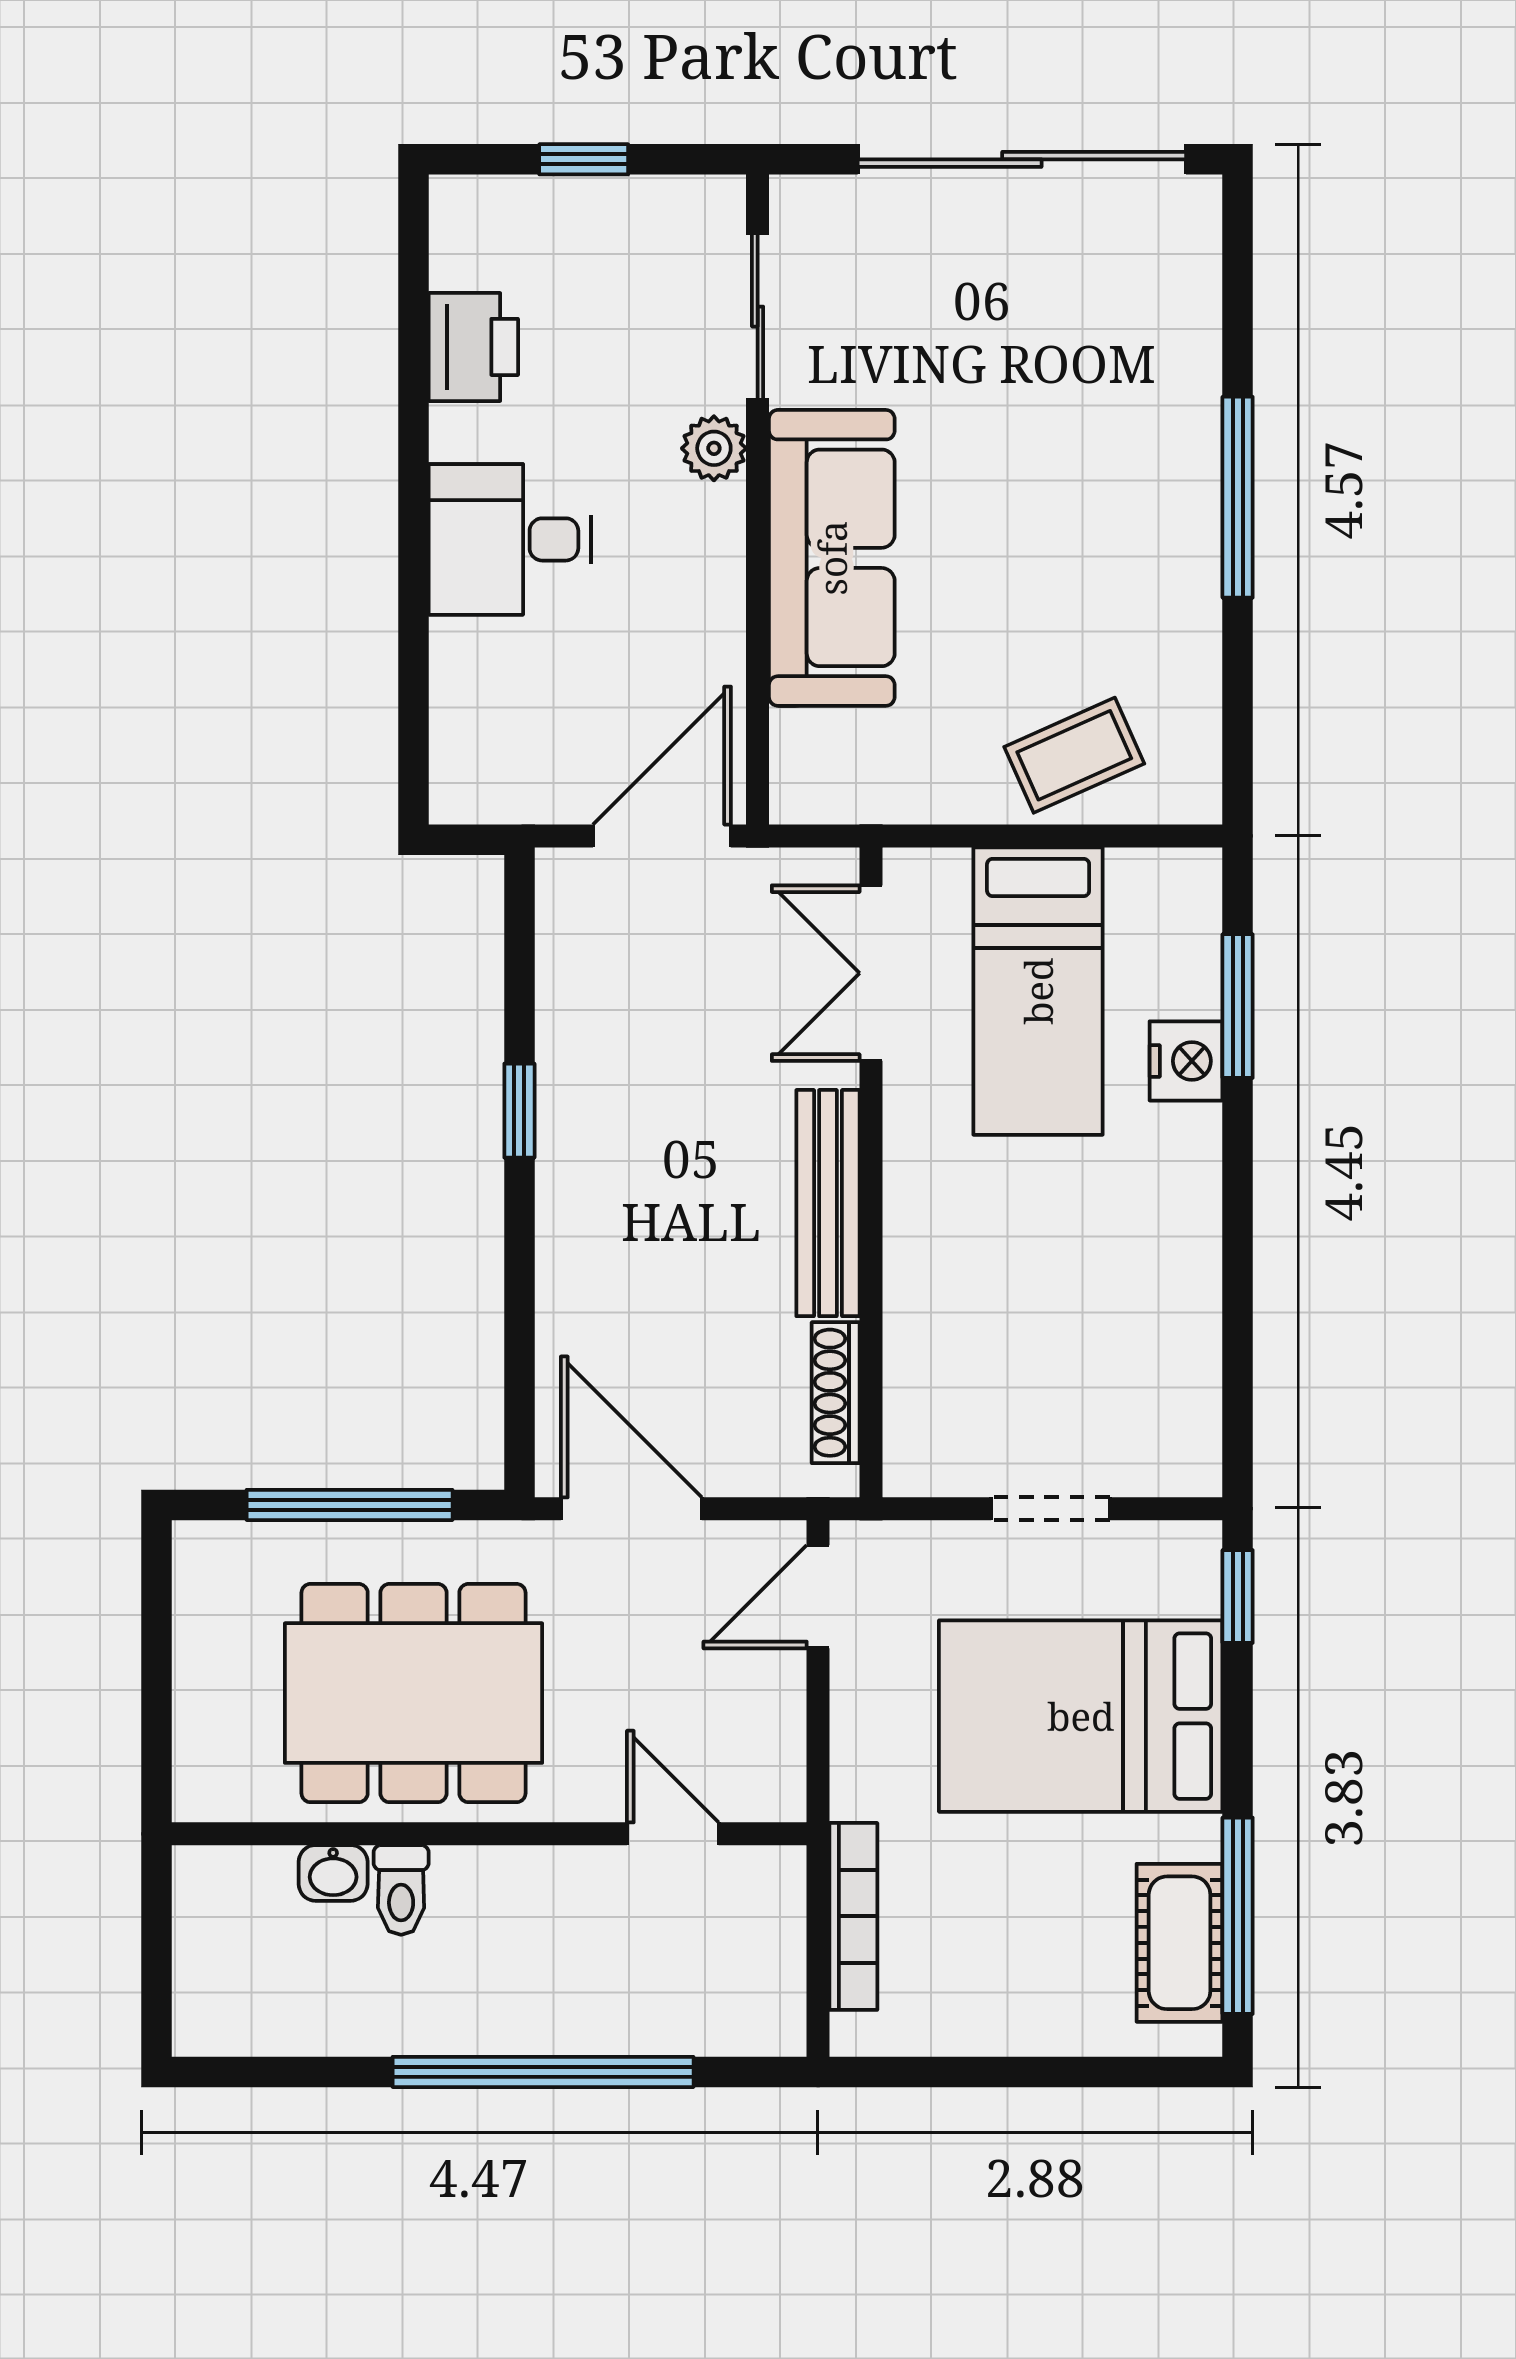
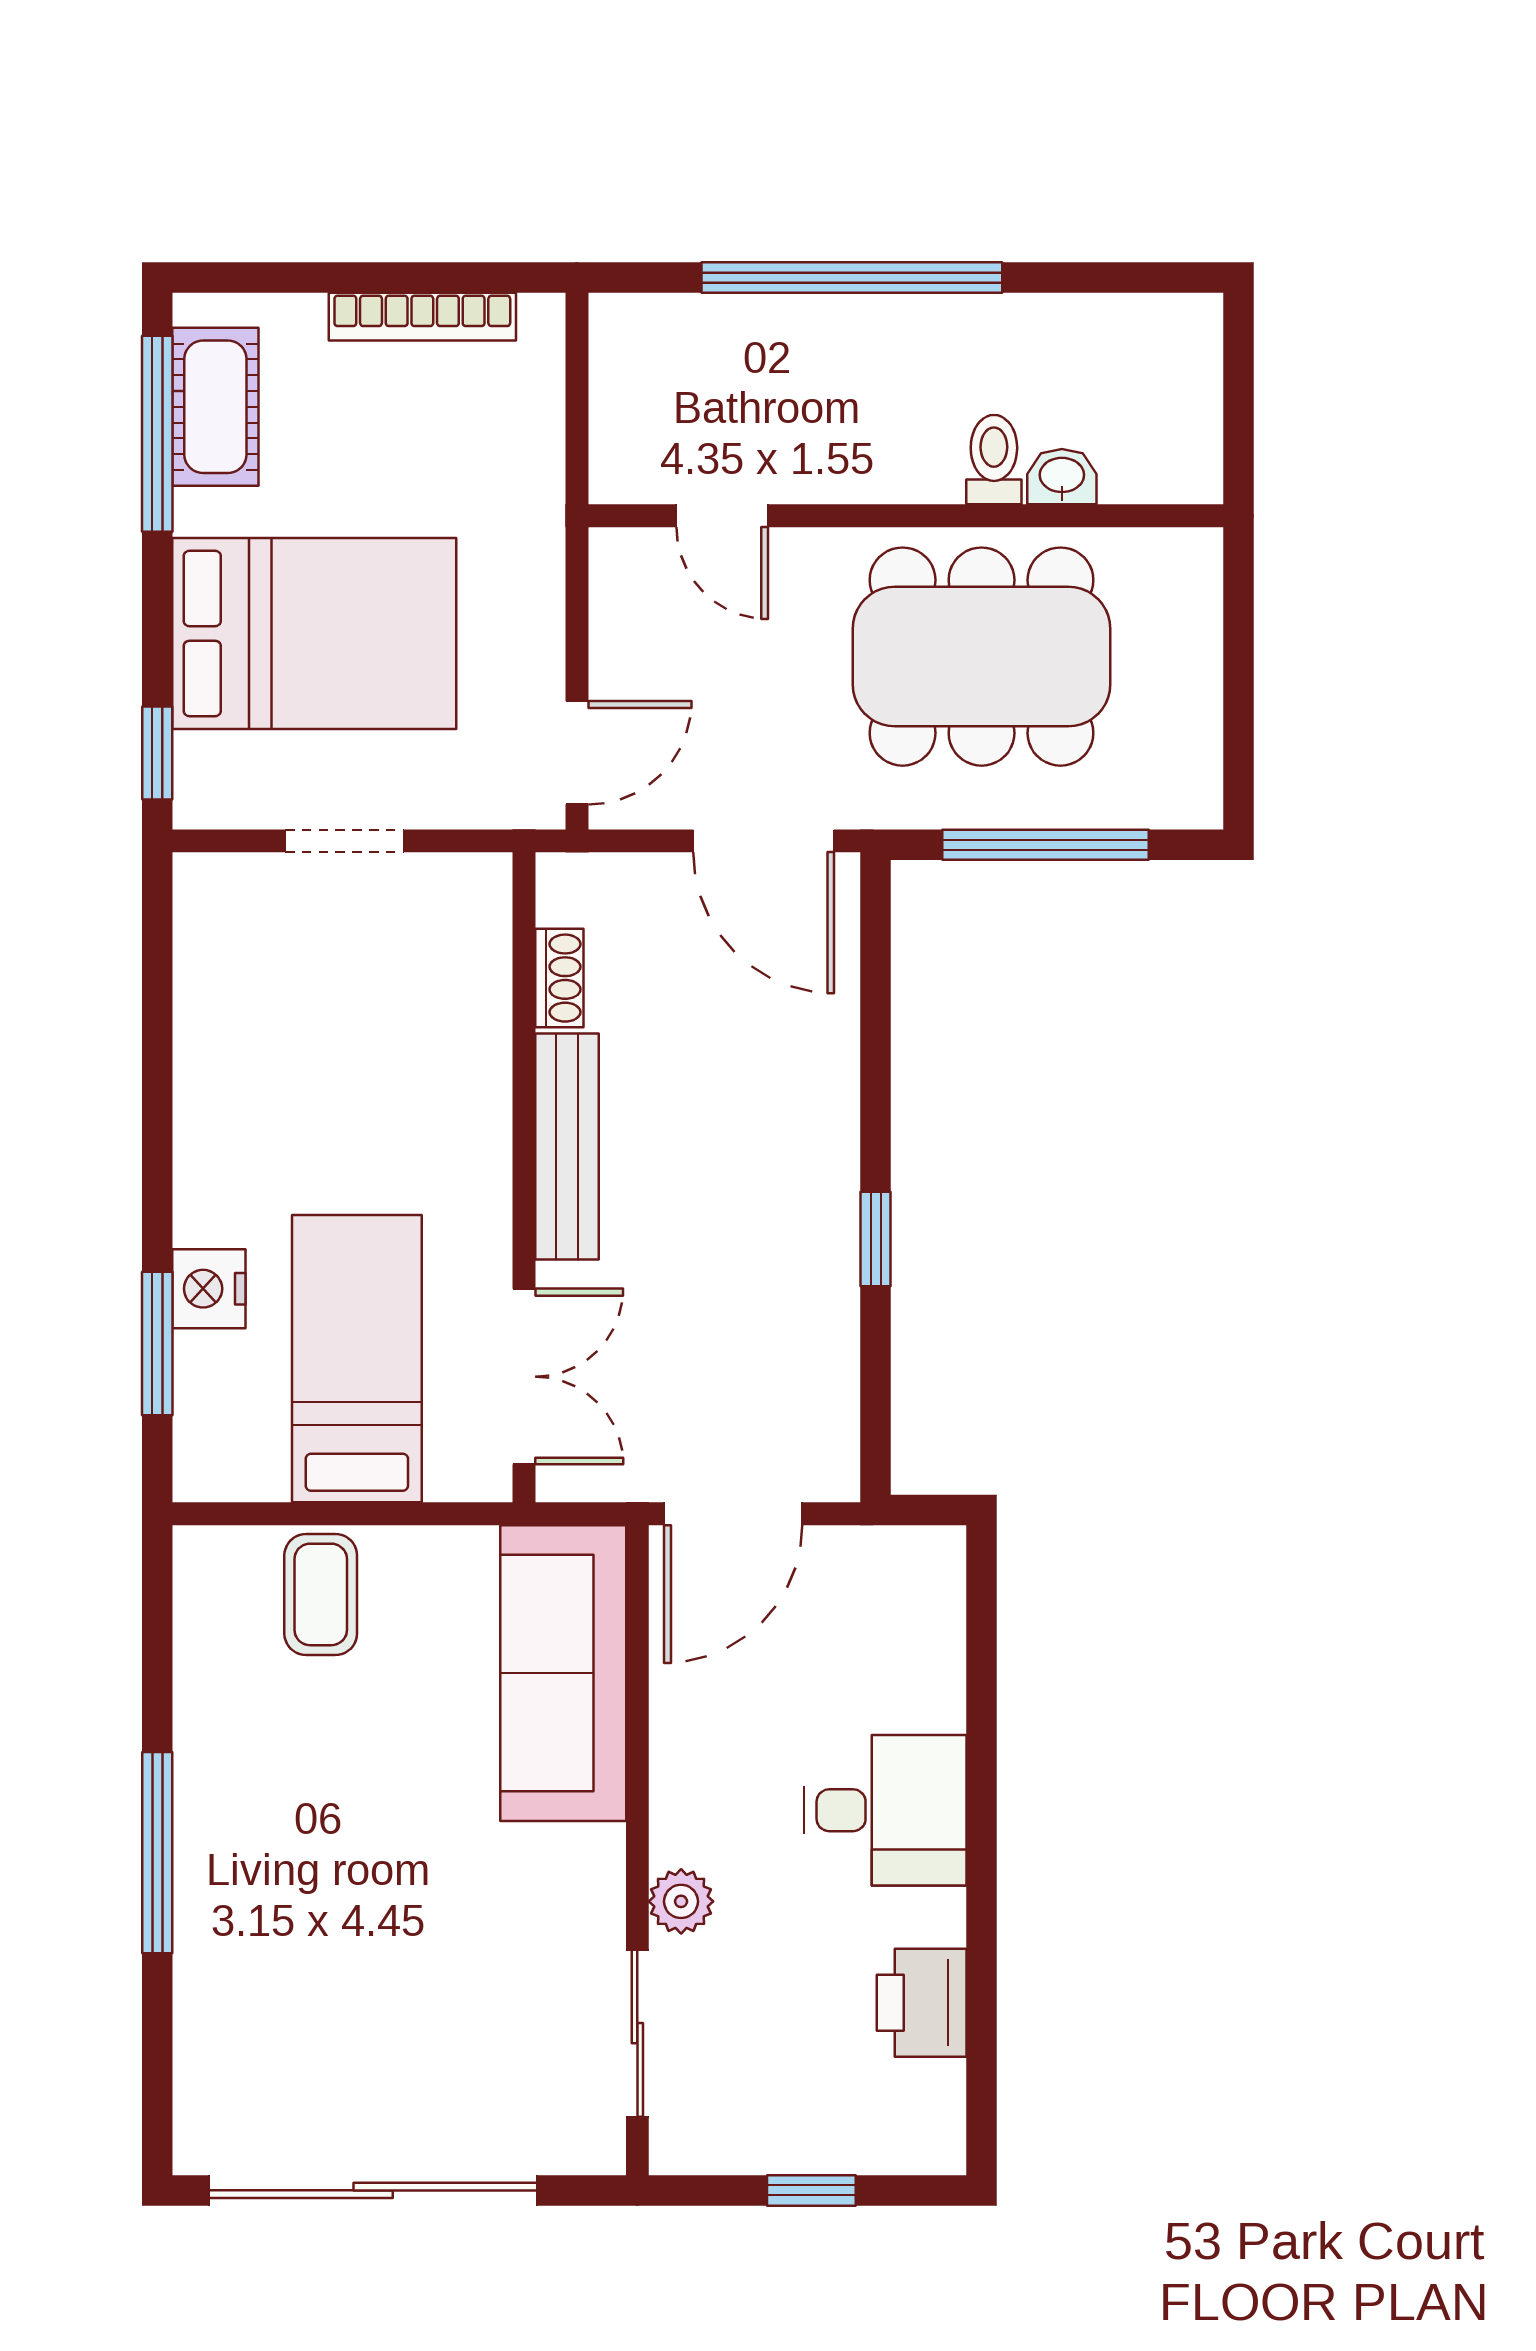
sofa: (832, 558) -> (563, 1673), moved
coffee table: (1074, 755) -> (321, 1594), turned -66
shoe rack: (836, 1393) -> (559, 978), width x0.70
bookcase: (853, 1916) -> (422, 317), moved, turned -90

